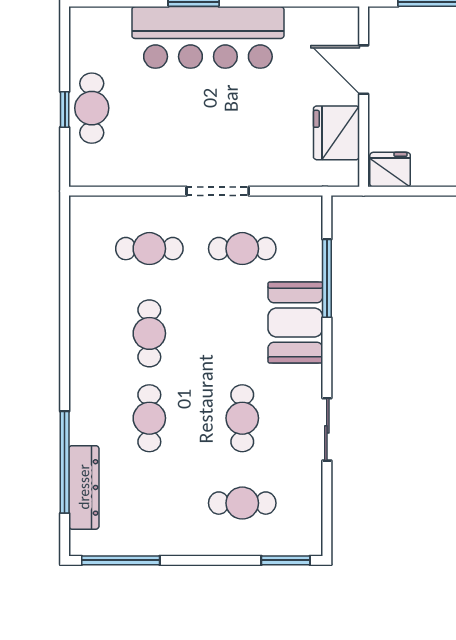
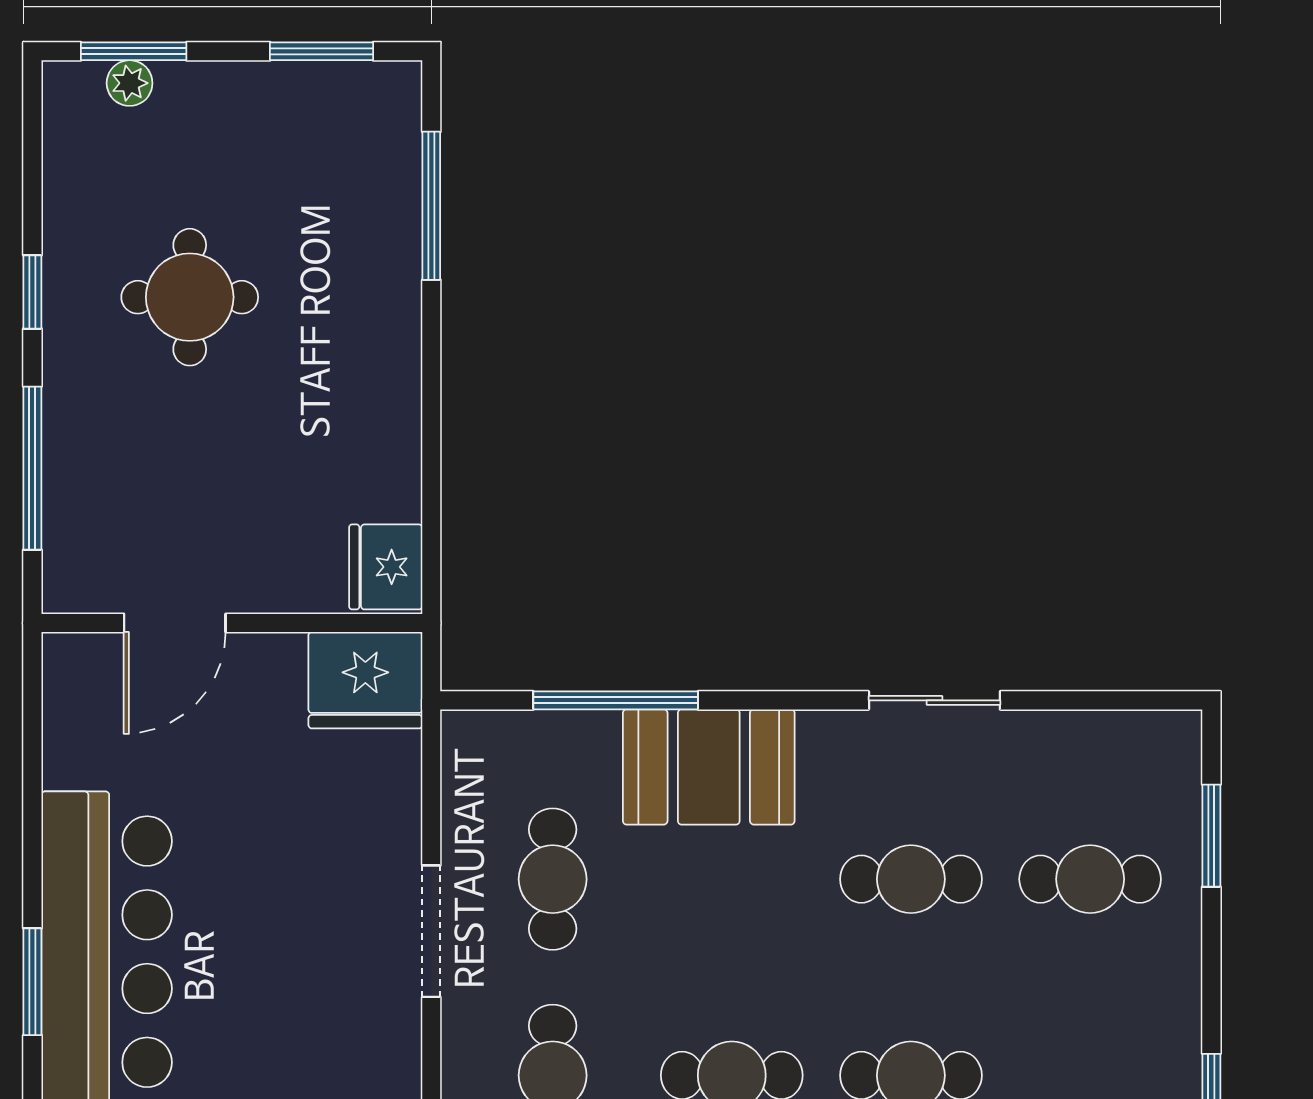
fridge: (336, 133) -> (365, 680), moved
cafe table: (242, 503) -> (1090, 879), turned 90
window: (286, 560) -> (1211, 836), moved

